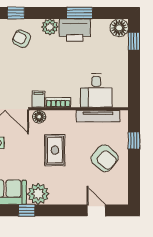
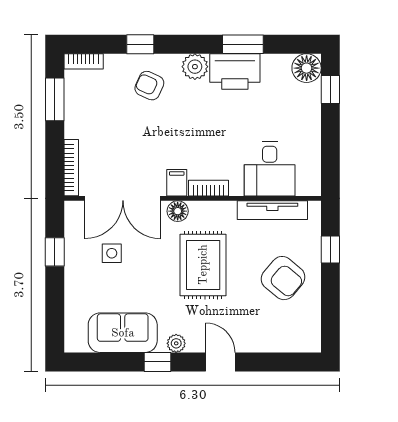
rug: (55, 150) -> (203, 265), width x1.36, depth x1.43
plant: (38, 194) -> (176, 343), width x0.53, depth x0.53
door: (96, 210) -> (220, 362), moved

